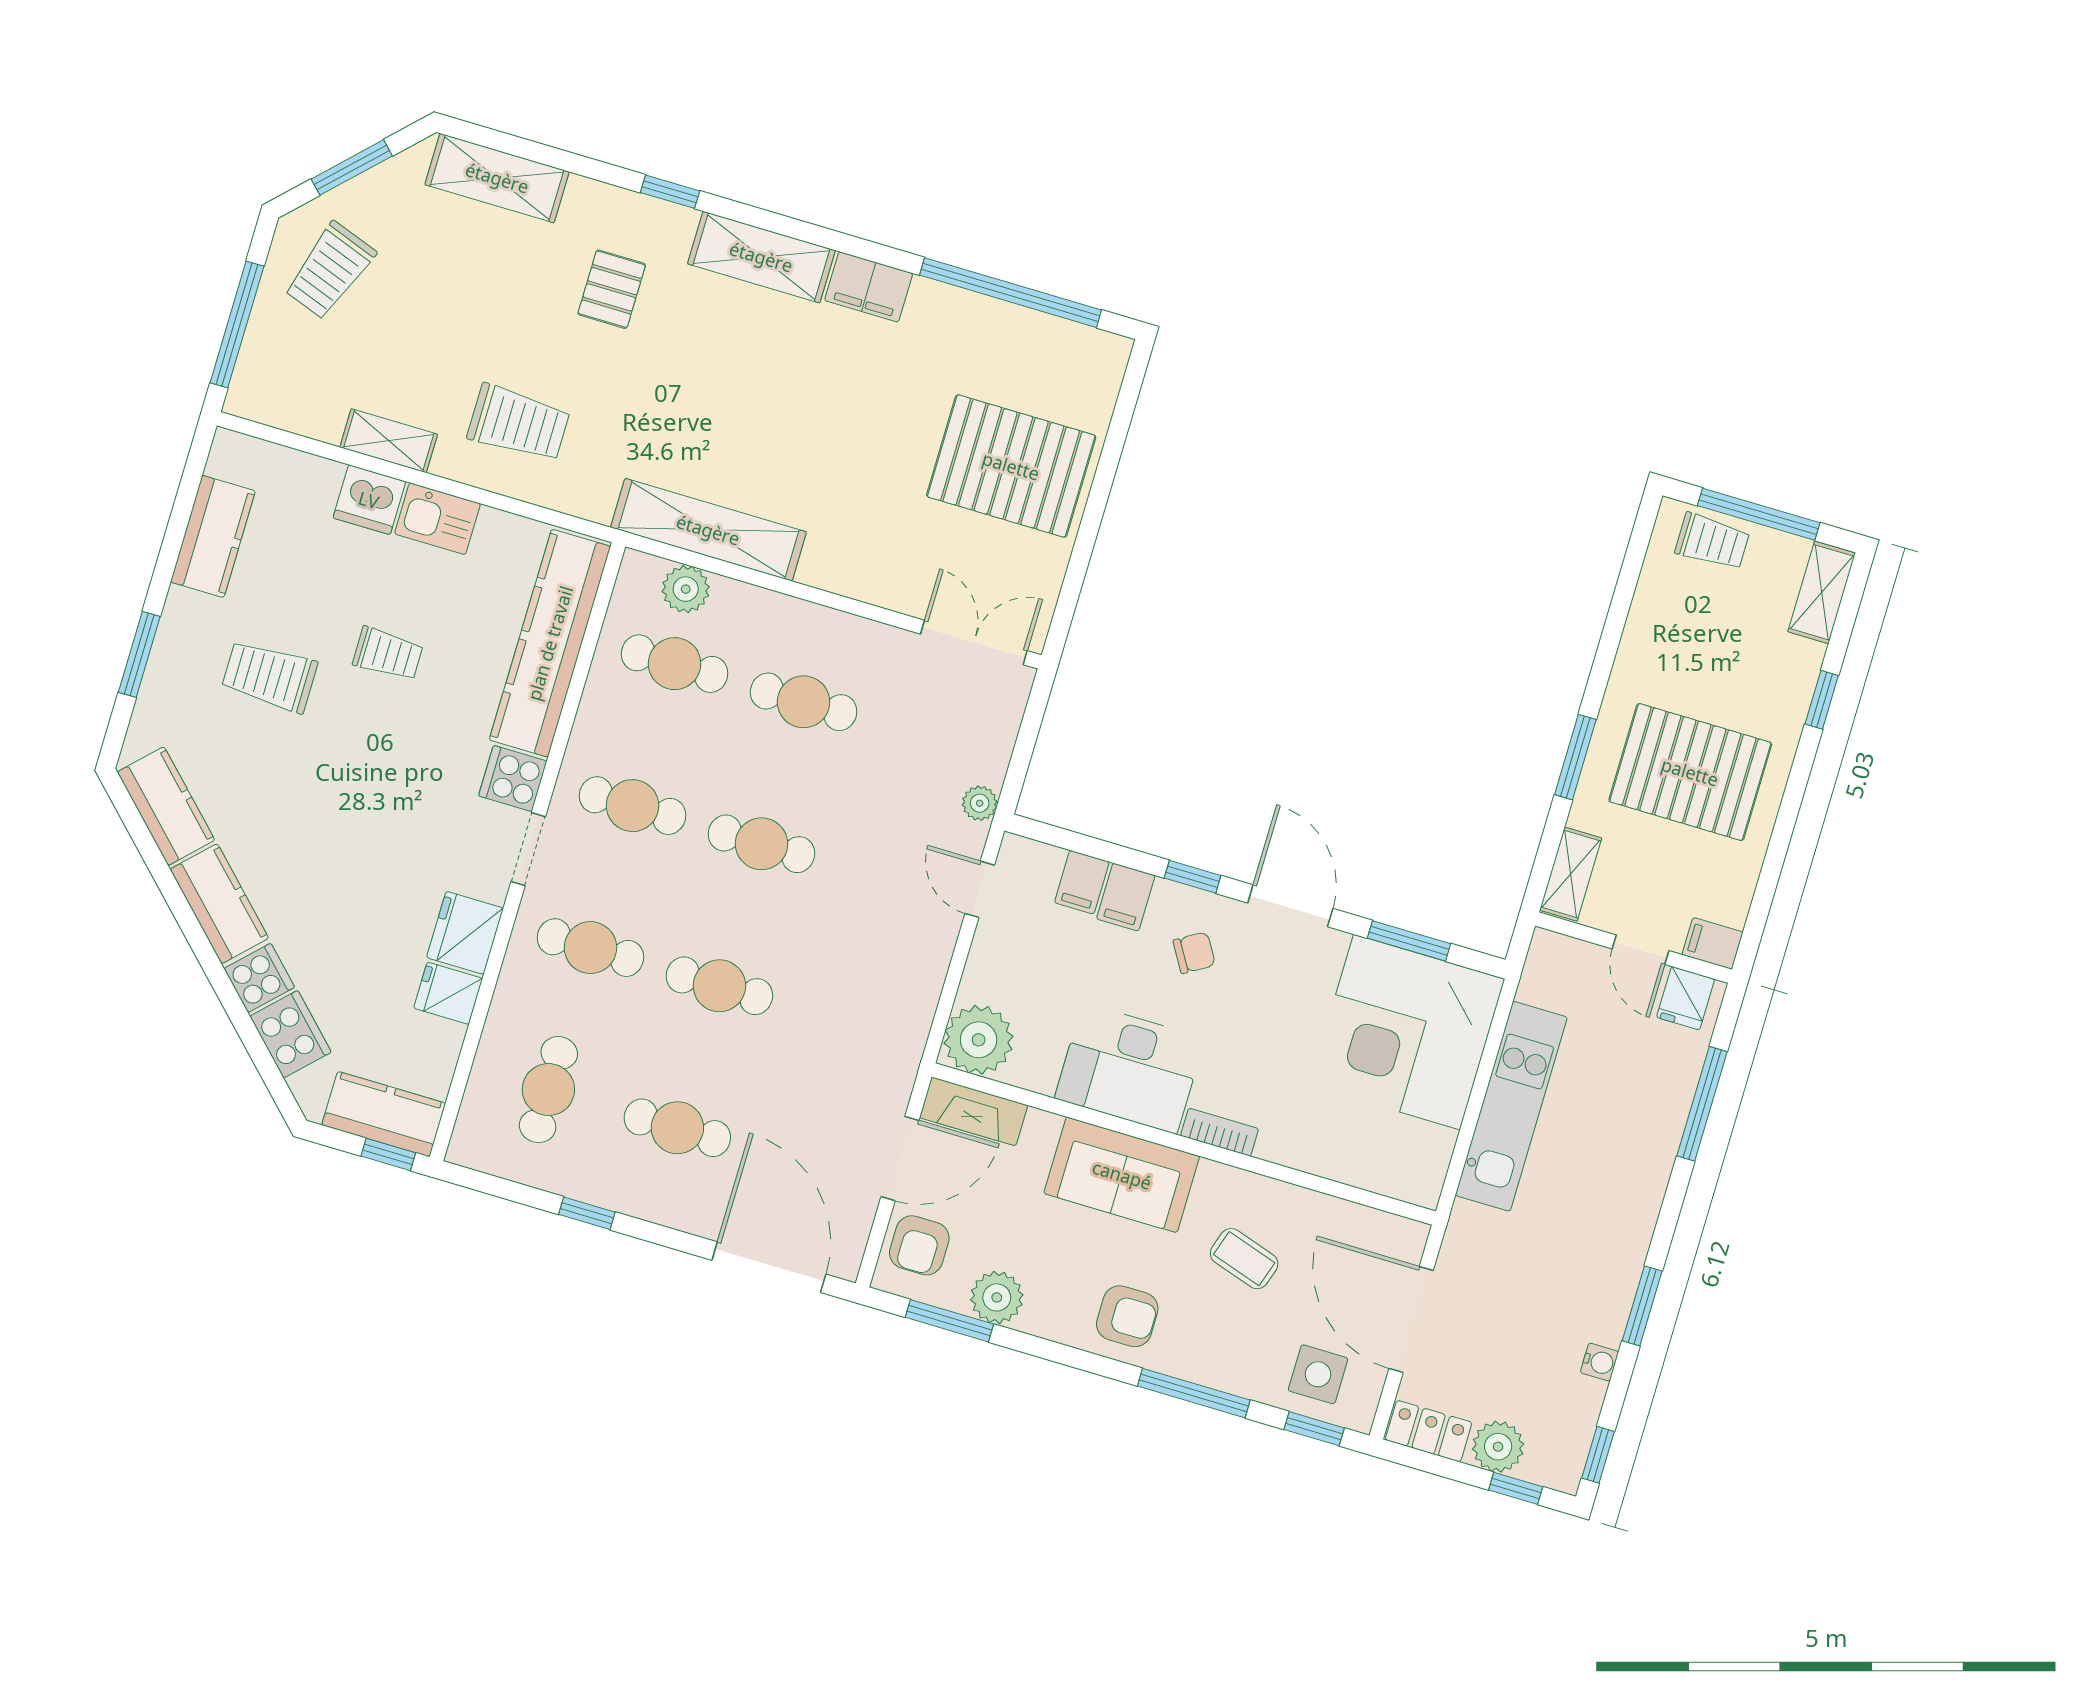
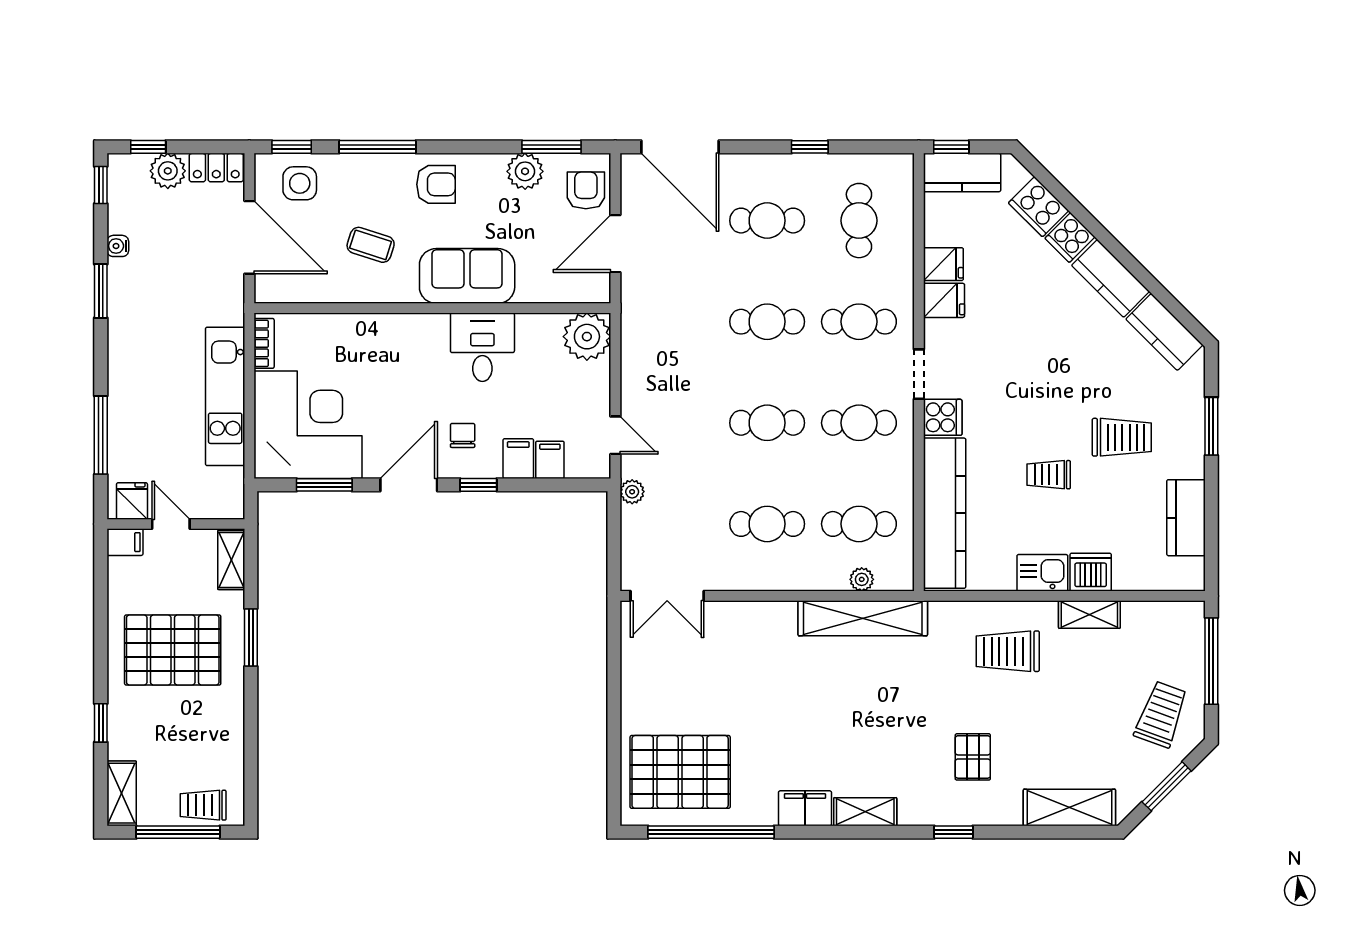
shelving: (761, 257) -> (865, 812), width x0.67, depth x0.75
pallet: (1011, 466) -> (680, 772), moved
plant: (686, 589) -> (862, 579), width x0.73, depth x0.73
door: (1290, 906) -> (409, 485), swing flipped
fridge: (465, 933) -> (944, 300), width x0.72
chair: (1194, 953) -> (463, 435), turned 121
desk: (1130, 1068) -> (482, 347), width x0.73
fireplace: (974, 1111) -> (576, 289), removed
bookcase: (1220, 1132) -> (264, 343), moved, turned -90
armchair: (1127, 1316) -> (436, 184), turned 180

